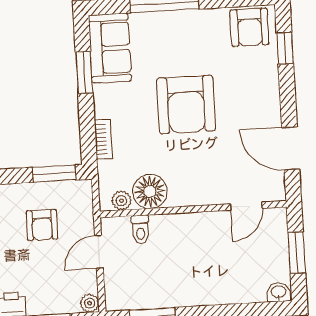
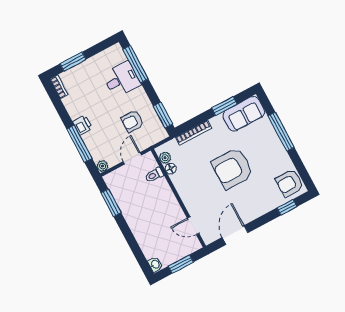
bookcase: (103, 139) -> (193, 133), width x1.56
floor lamp: (150, 191) -> (171, 169), width x0.53, depth x0.53
door: (99, 252) -> (132, 158), hinge flipped

